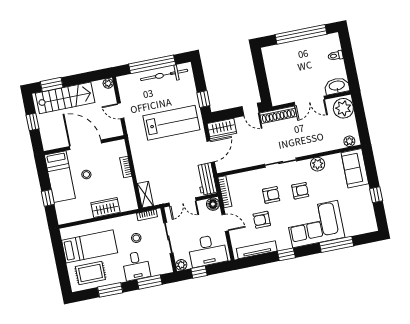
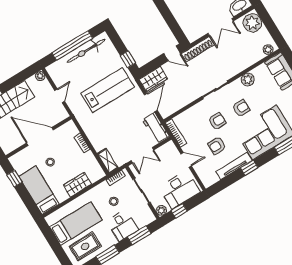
door: (121, 111) -> (60, 96), swing flipped
bed: (60, 177) -> (39, 190), moved, turned 180
window: (48, 198) -> (14, 179), moved
floor lamp: (213, 204) -> (170, 148), removed
tv unit: (257, 250) -> (234, 166), moved

